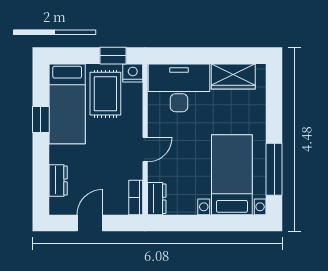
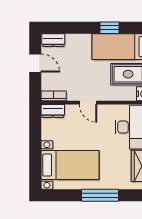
window: (274, 169) -> (100, 195), moved
dresser: (58, 180) -> (53, 40), moved

